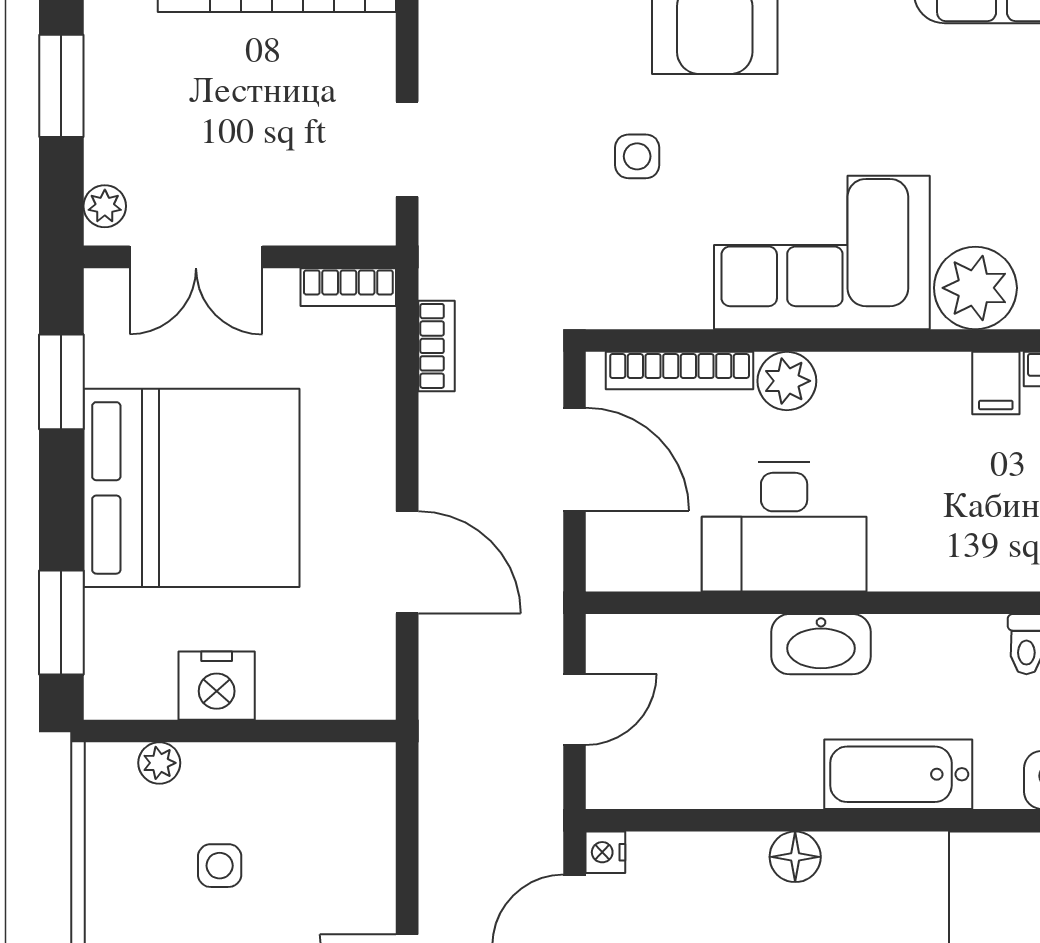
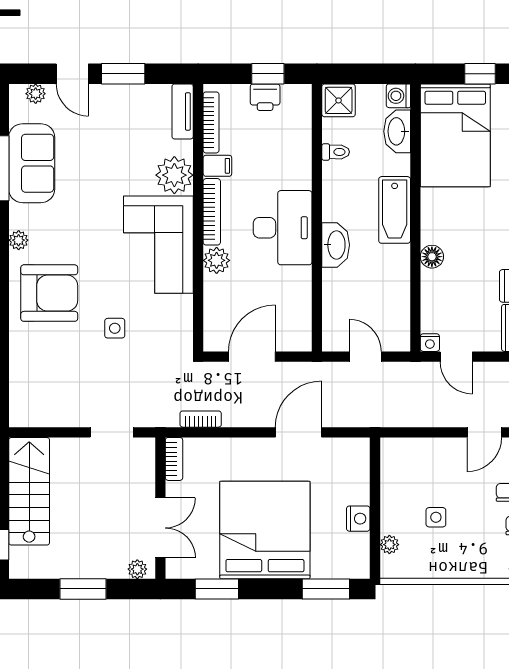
bookcase: (680, 371) -> (212, 212), moved
desk: (784, 527) -> (283, 228), moved
nightstand: (217, 686) -> (358, 519), width x0.74, depth x0.75

